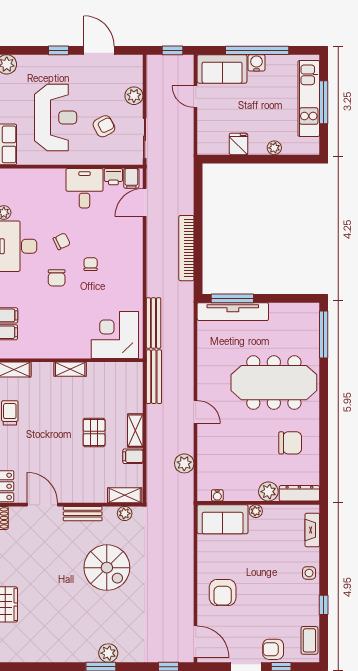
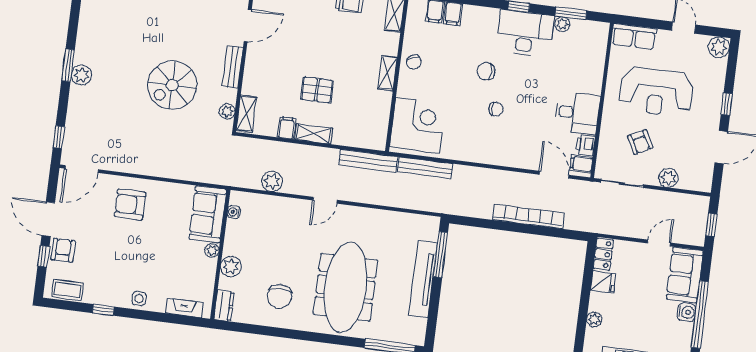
locker: (213, 147) -> (603, 254), added
chair: (62, 241) -> (414, 62), moved
bookcase: (186, 248) -> (528, 216), moved
tv unit: (233, 312) -> (423, 279), moved
dresser: (299, 493) -> (224, 306), width x0.70

